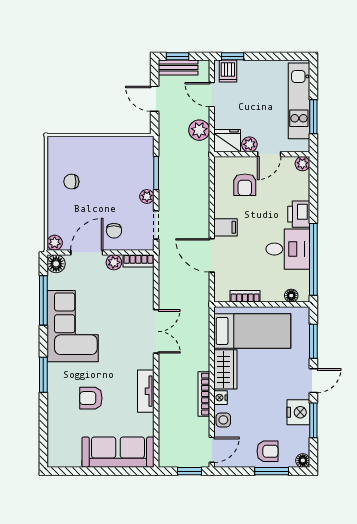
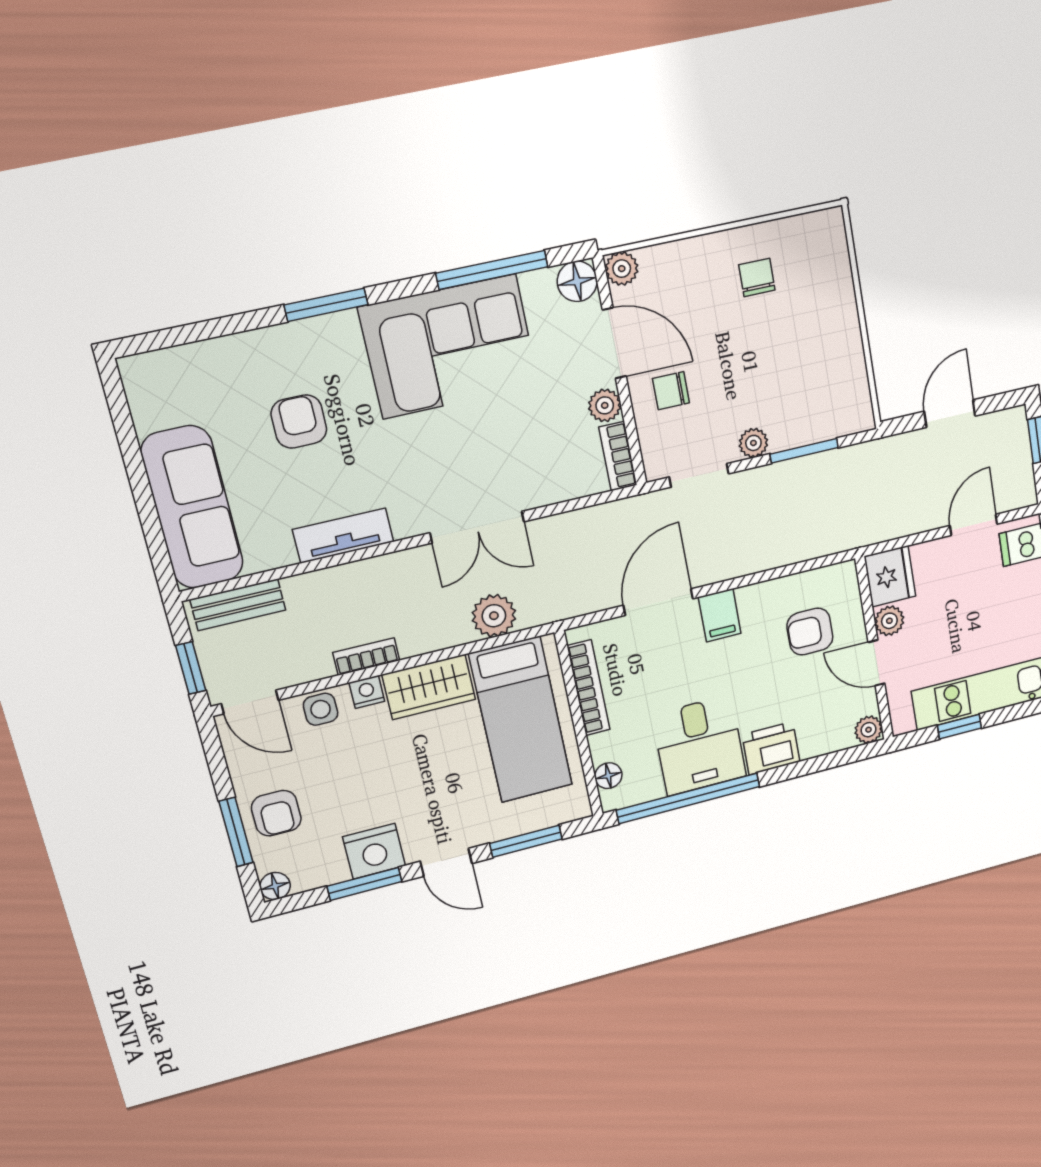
bench: (178, 68) -> (238, 605), moved, turned 90
window: (313, 117) -> (959, 727), width x0.67
plant: (199, 130) -> (494, 616), moved
bookcase: (245, 296) -> (589, 688), width x1.56
bookcase: (204, 394) -> (366, 657), width x0.64

